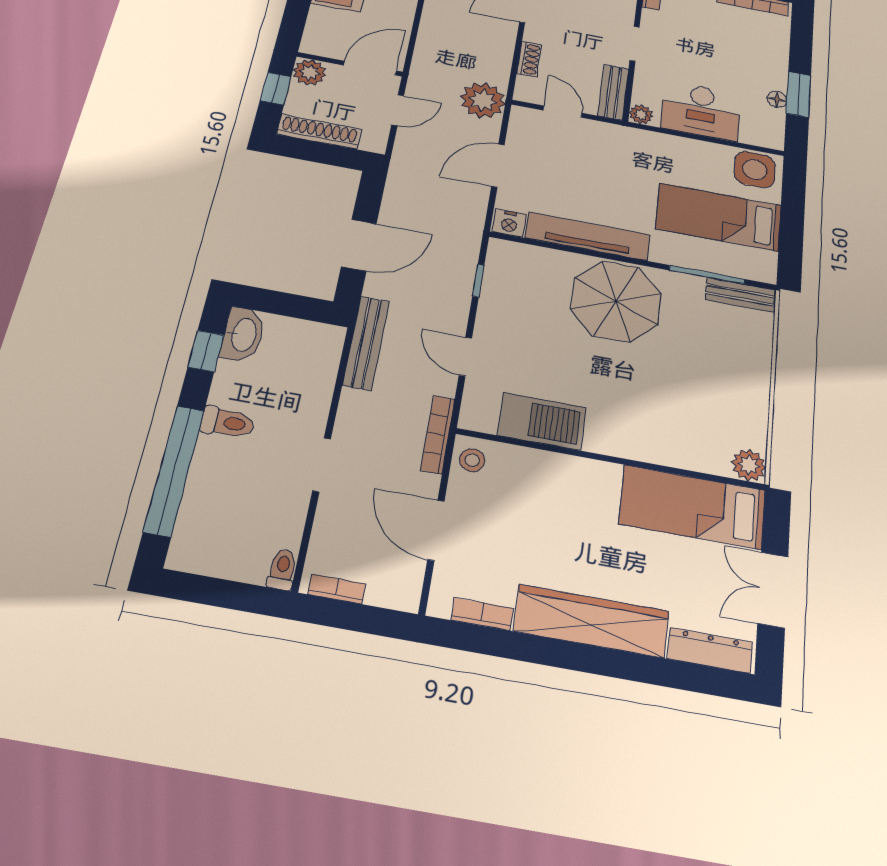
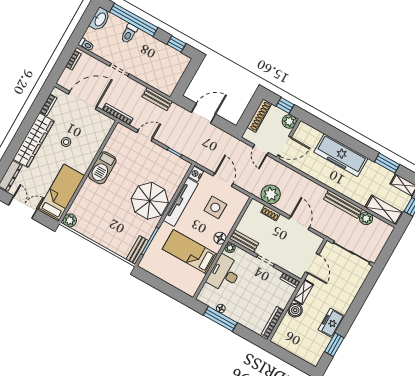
door: (370, 68) -> (285, 146), hinge flipped
window: (799, 94) -> (220, 319), width x1.44
plant: (483, 100) -> (271, 194), moved
door: (563, 112) -> (241, 216), removed
floor lamp: (630, 138) -> (220, 238), added
side table: (755, 170) -> (215, 207), moved
bed: (719, 217) -> (190, 252), moved, turned -90
door: (359, 245) -> (204, 113), swing flipped
washbasin: (243, 335) -> (100, 19), moved, turned -90
bench: (366, 343) -> (157, 99), width x0.73
barbecue: (542, 421) -> (102, 168), moved
toilet: (227, 423) -> (129, 33), moved
stool: (472, 460) -> (66, 142), moved
door: (436, 530) -> (83, 100), width x1.36

